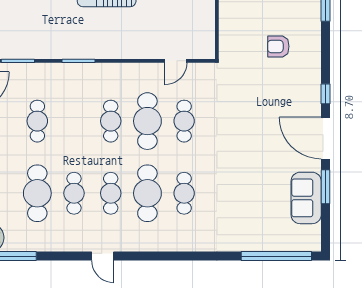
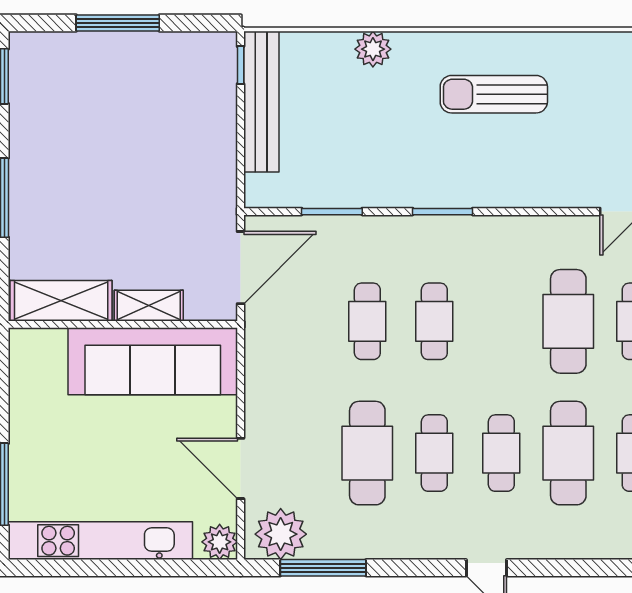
cafe table: (111, 121) -> (434, 321), moved

